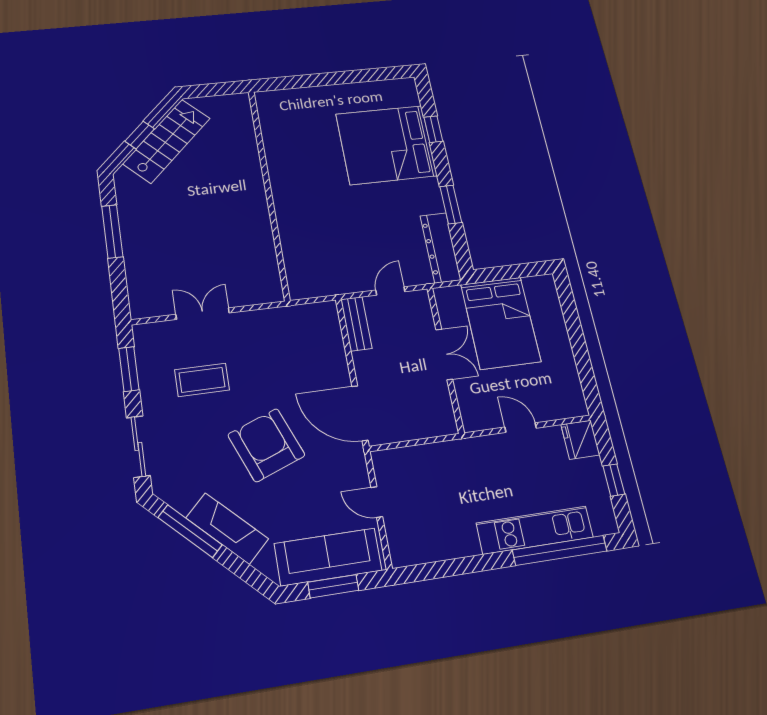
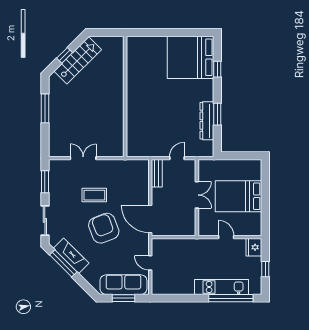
bed: (386, 145) -> (191, 57), moved
dresser: (440, 248) -> (207, 121), moved
bed: (501, 323) -> (239, 196), moved, turned 90
coffee table: (202, 380) -> (94, 195), moved
fireplace: (227, 528) -> (71, 256), moved

